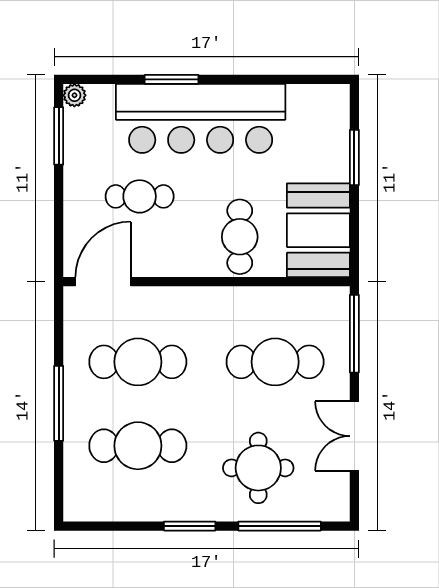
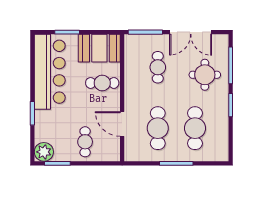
plant: (74, 95) -> (44, 152), width x1.87, depth x1.87
bar counter: (201, 118) -> (50, 72), moved
cafe table: (140, 196) -> (85, 142), moved
door: (103, 282) -> (122, 124), moved
cafe table: (275, 362) -> (158, 67), width x0.73, depth x0.74
double door: (354, 436) -> (191, 32), width x1.37

